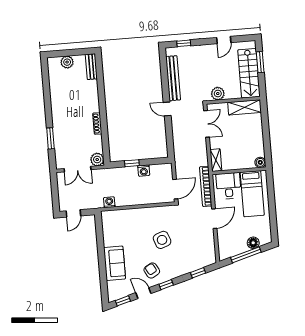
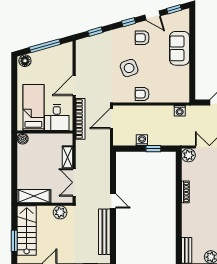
shelving: (216, 160) -> (68, 157), moved
armchair: (147, 216) -> (142, 94), added
floor lamp: (253, 243) -> (25, 61), moved
armchair: (152, 271) -> (142, 38), turned 119

